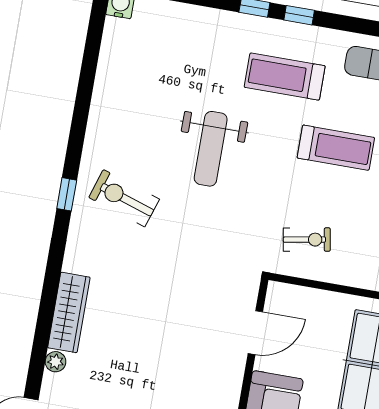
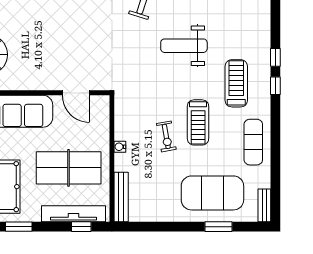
exercise bike: (307, 240) -> (166, 136), moved
water cooler: (353, 278) -> (120, 147), added

